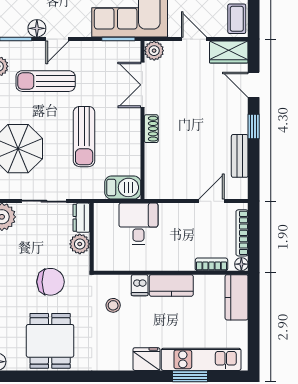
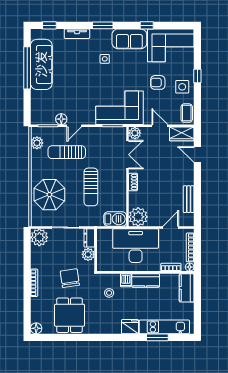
double door: (142, 85) -> (128, 155), swing flipped
window: (254, 127) -> (197, 181), removed
plant: (159, 184) -> (138, 217), added
desk: (138, 224) -> (136, 246), width x1.87, depth x1.30
chair: (51, 282) -> (70, 278), turned -98

